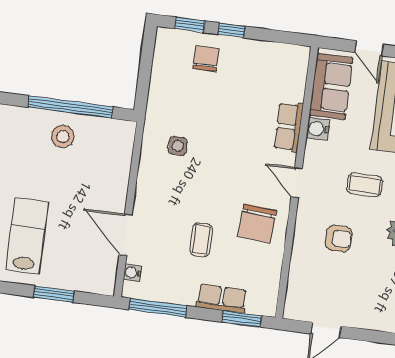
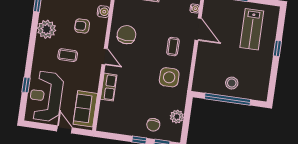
plant: (163, 74) -> (177, 117), added
water cooler: (318, 129) -> (103, 12), moved
side table: (178, 146) -> (169, 77), width x1.87, depth x1.87
coffee table: (201, 240) -> (173, 47), moved

